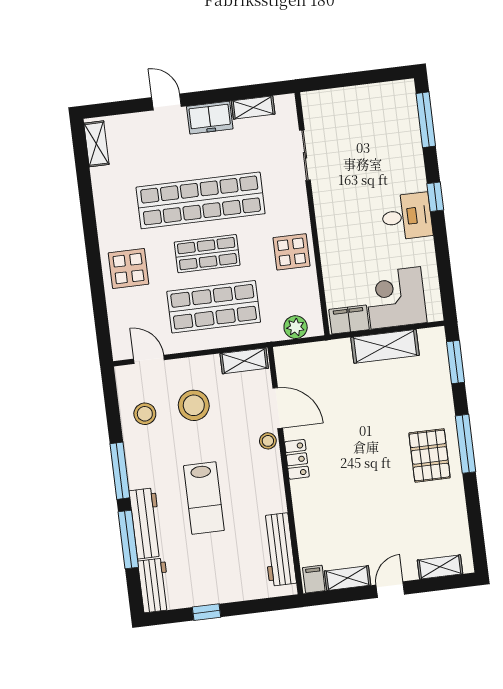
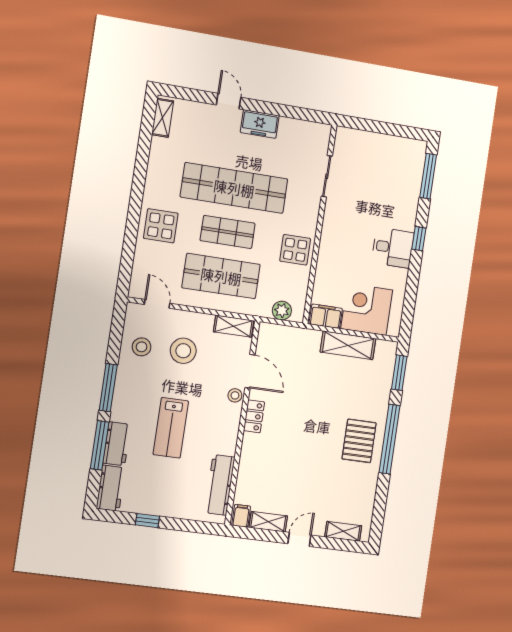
shelving: (253, 107) -> (296, 126), removed
window: (466, 444) -> (389, 439), width x1.46
workbench: (146, 523) -> (117, 444), width x0.73

